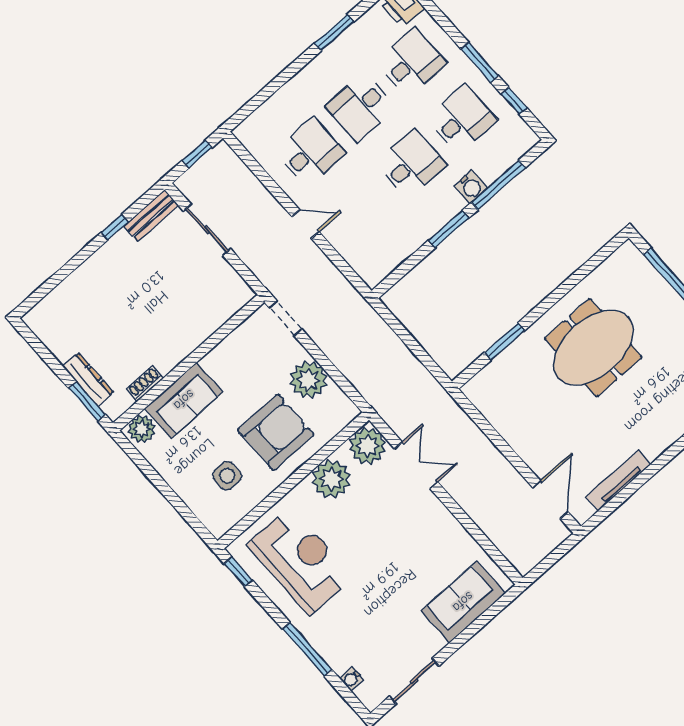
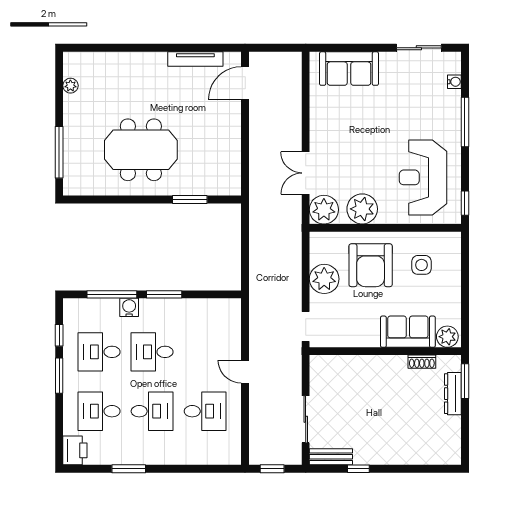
desk: (310, 152) -> (205, 411), turned 180
armchair: (276, 432) -> (371, 265), turned -90

